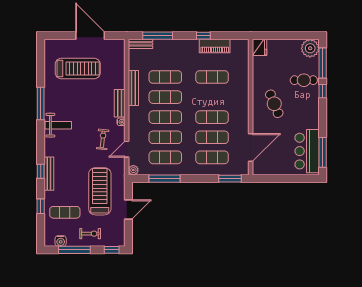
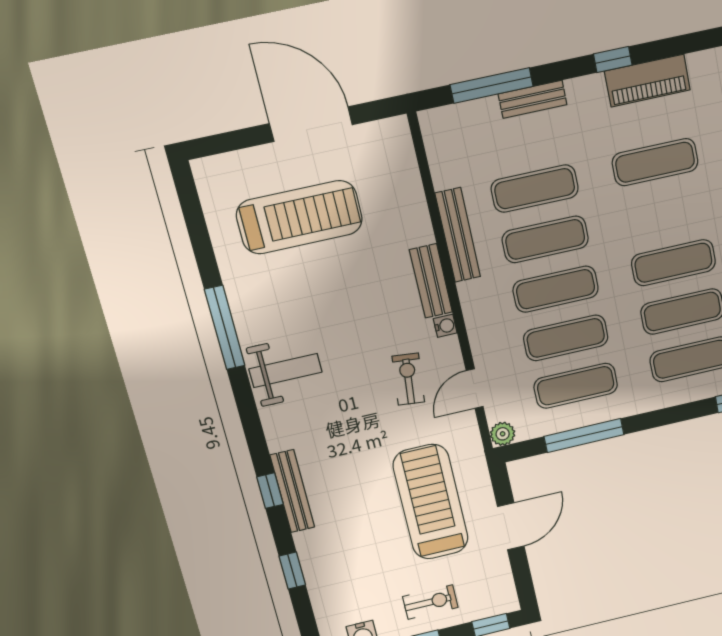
bench: (141, 44) -> (533, 99), moved
exercise mat: (65, 212) -> (356, 570), removed

